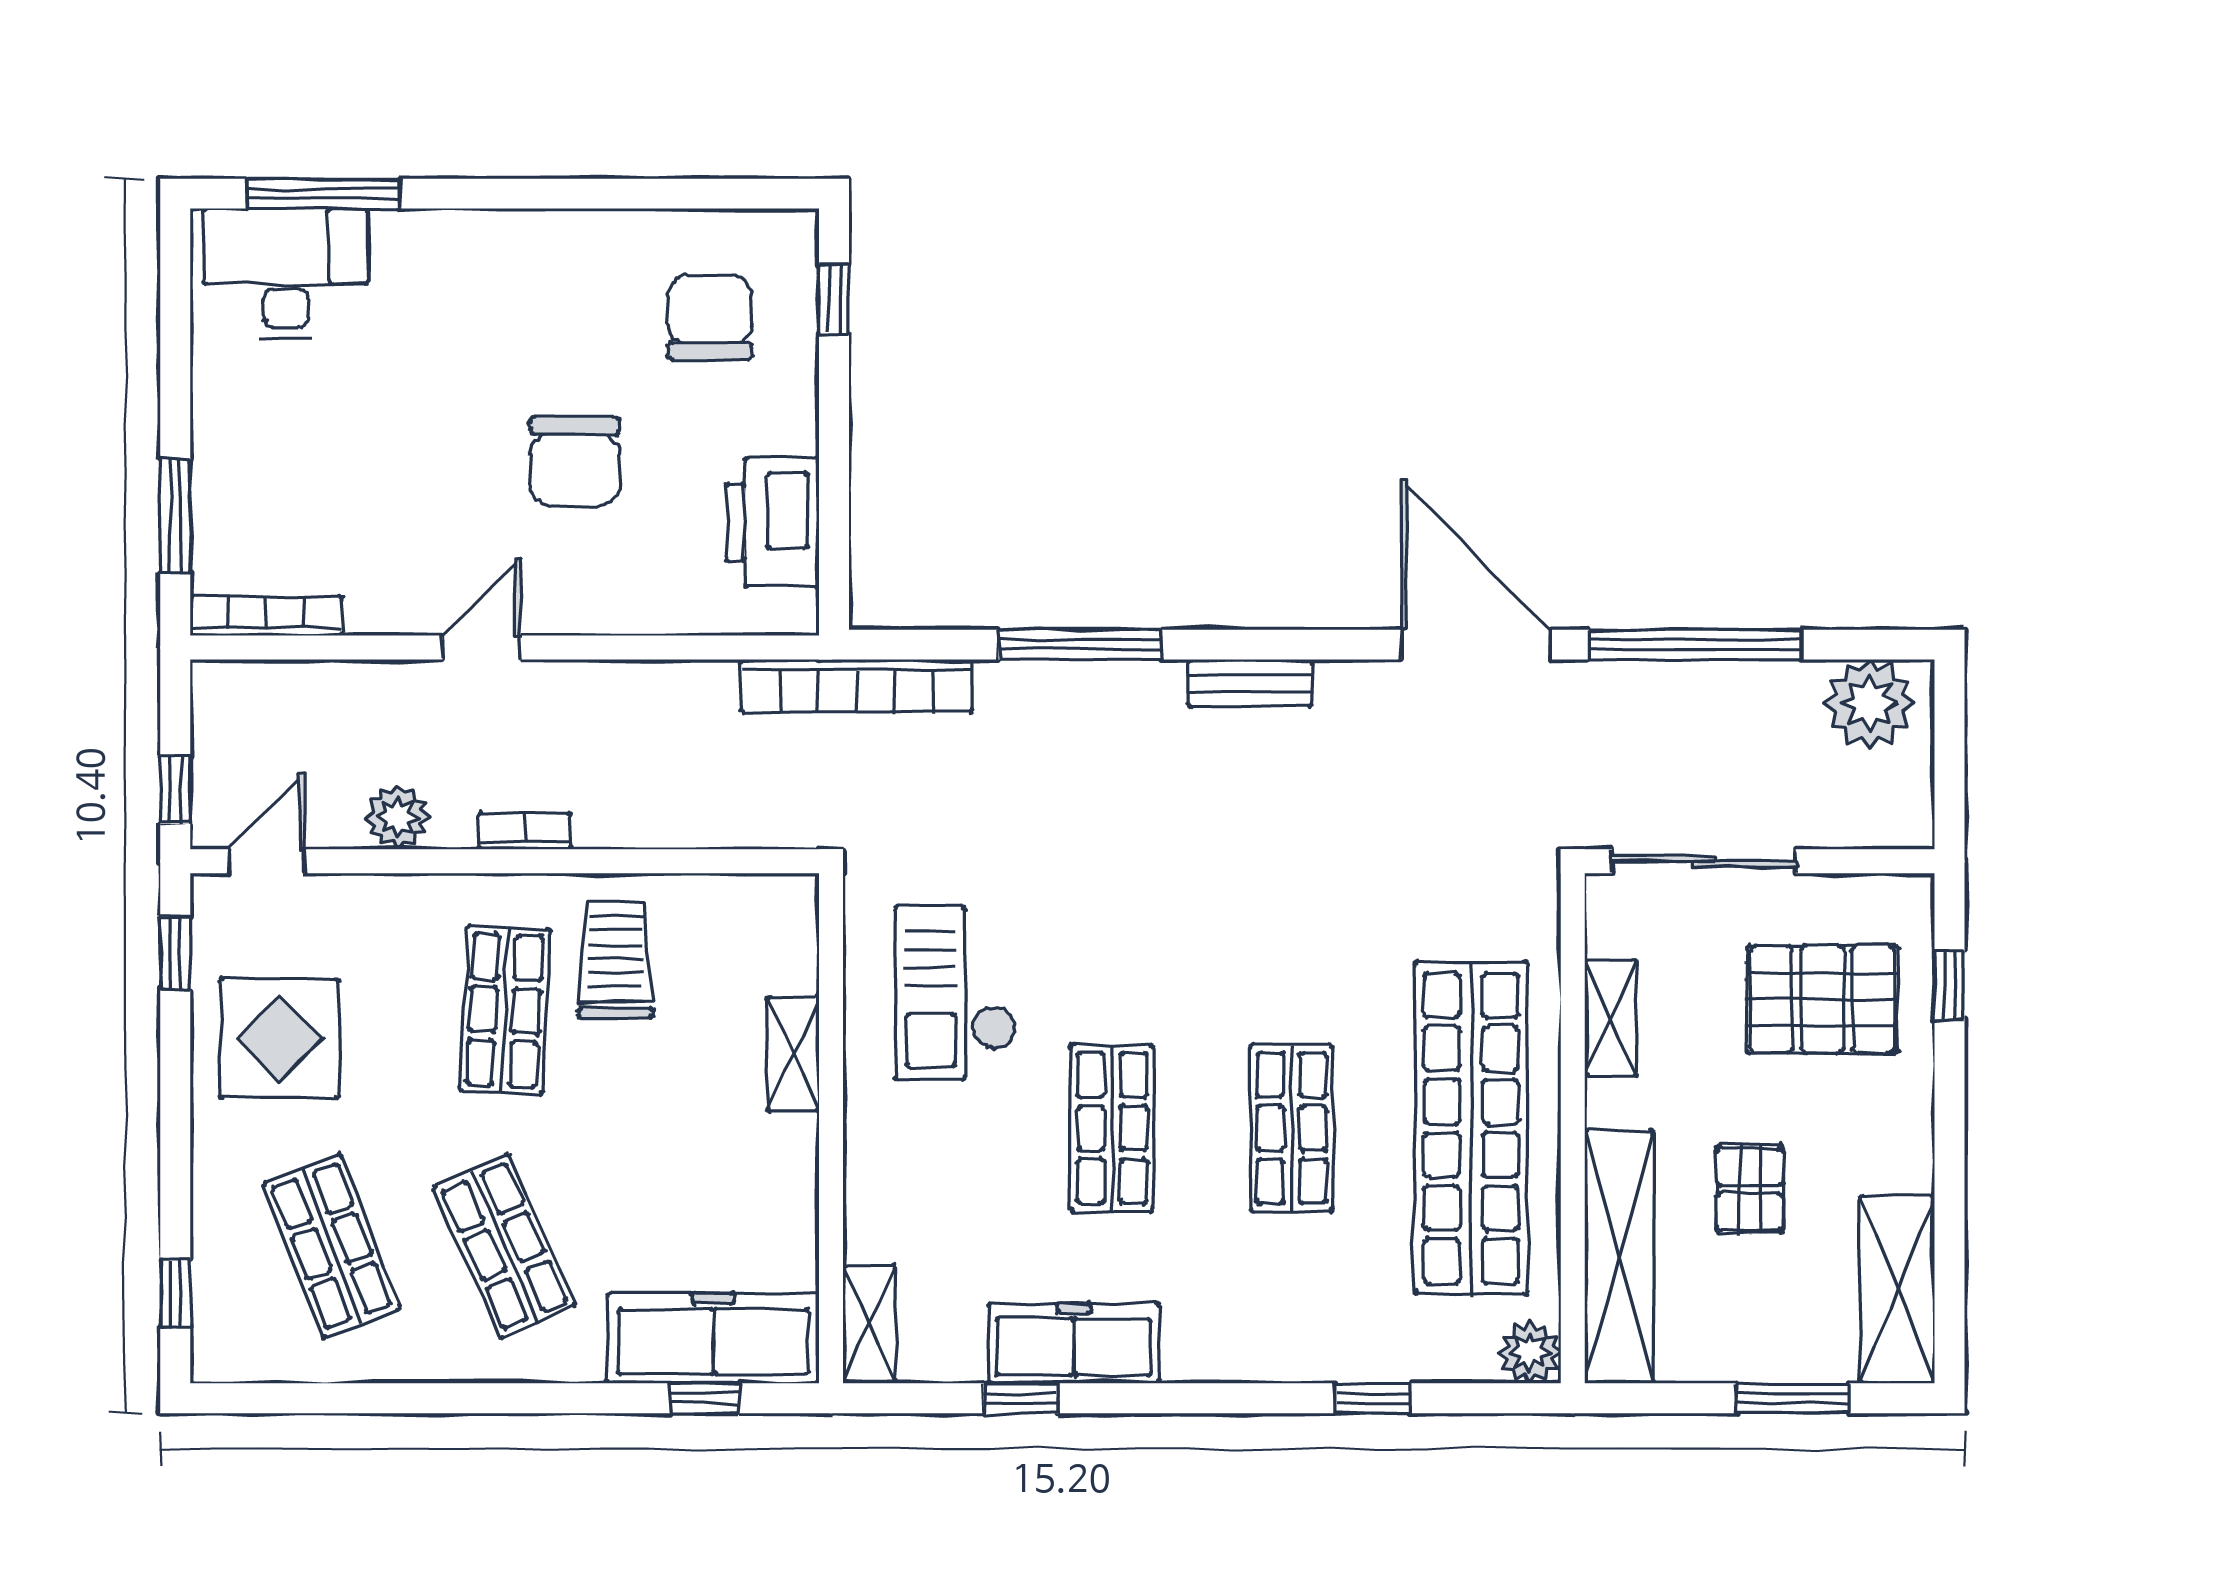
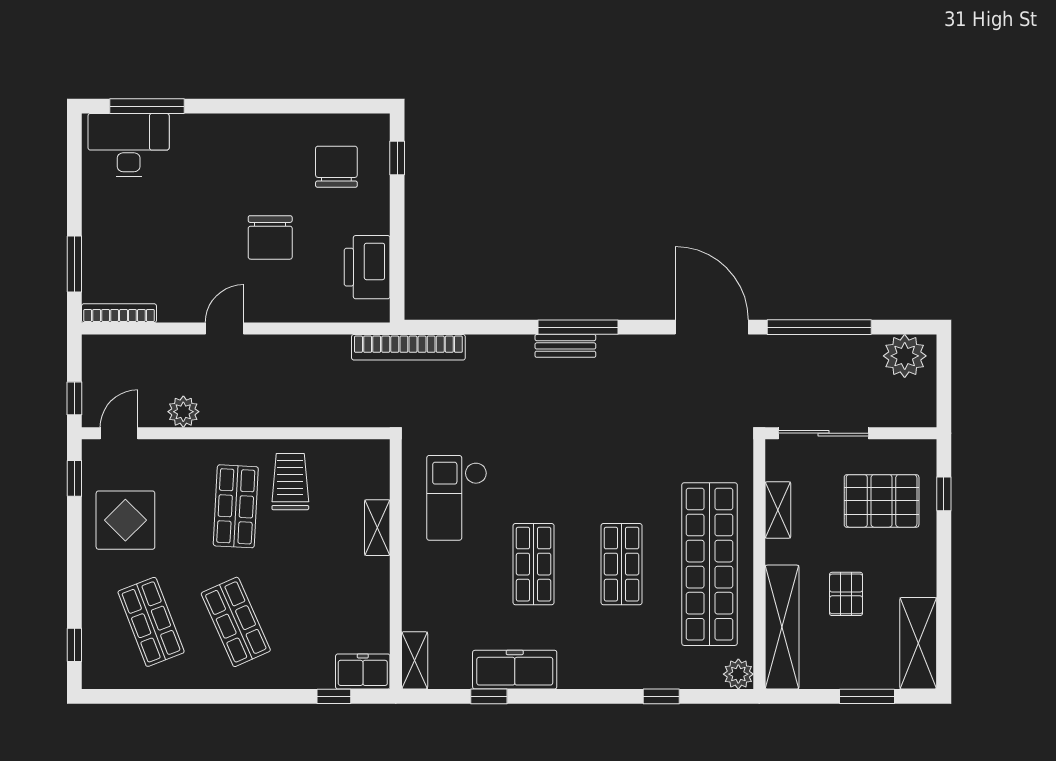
window: (1080, 645) -> (578, 327), moved
bench: (1250, 683) -> (565, 346), moved
bookcase: (525, 831) -> (246, 418), removed
freezer: (713, 1338) -> (363, 671), width x0.52, depth x0.79

